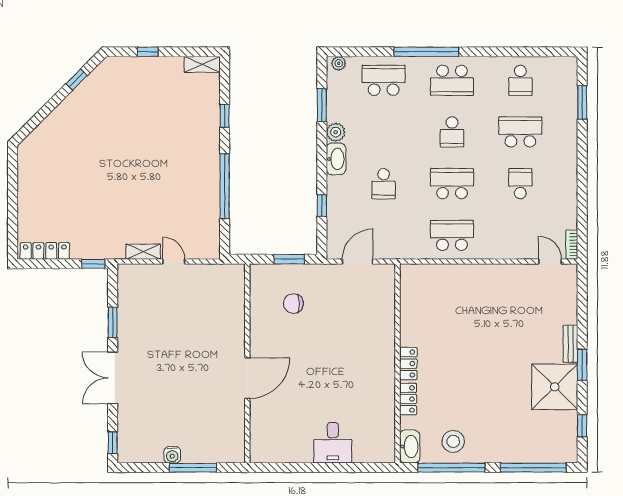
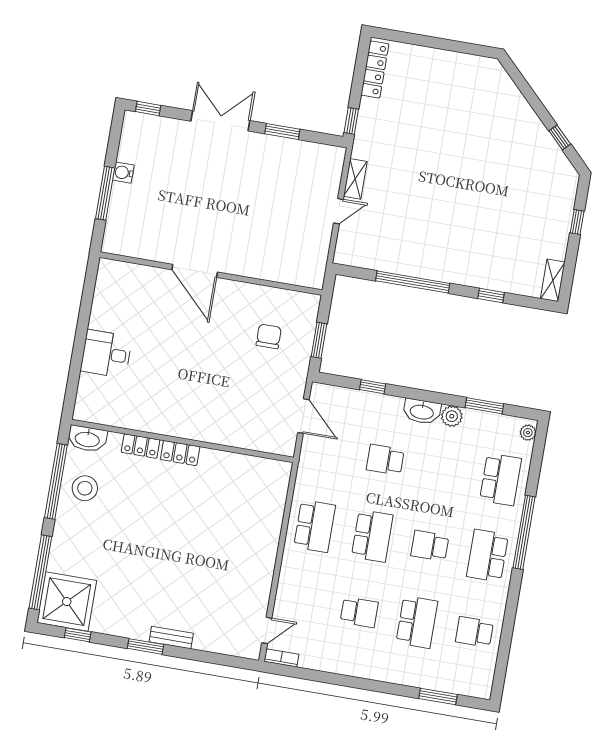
shower: (555, 387) -> (67, 602), moved

